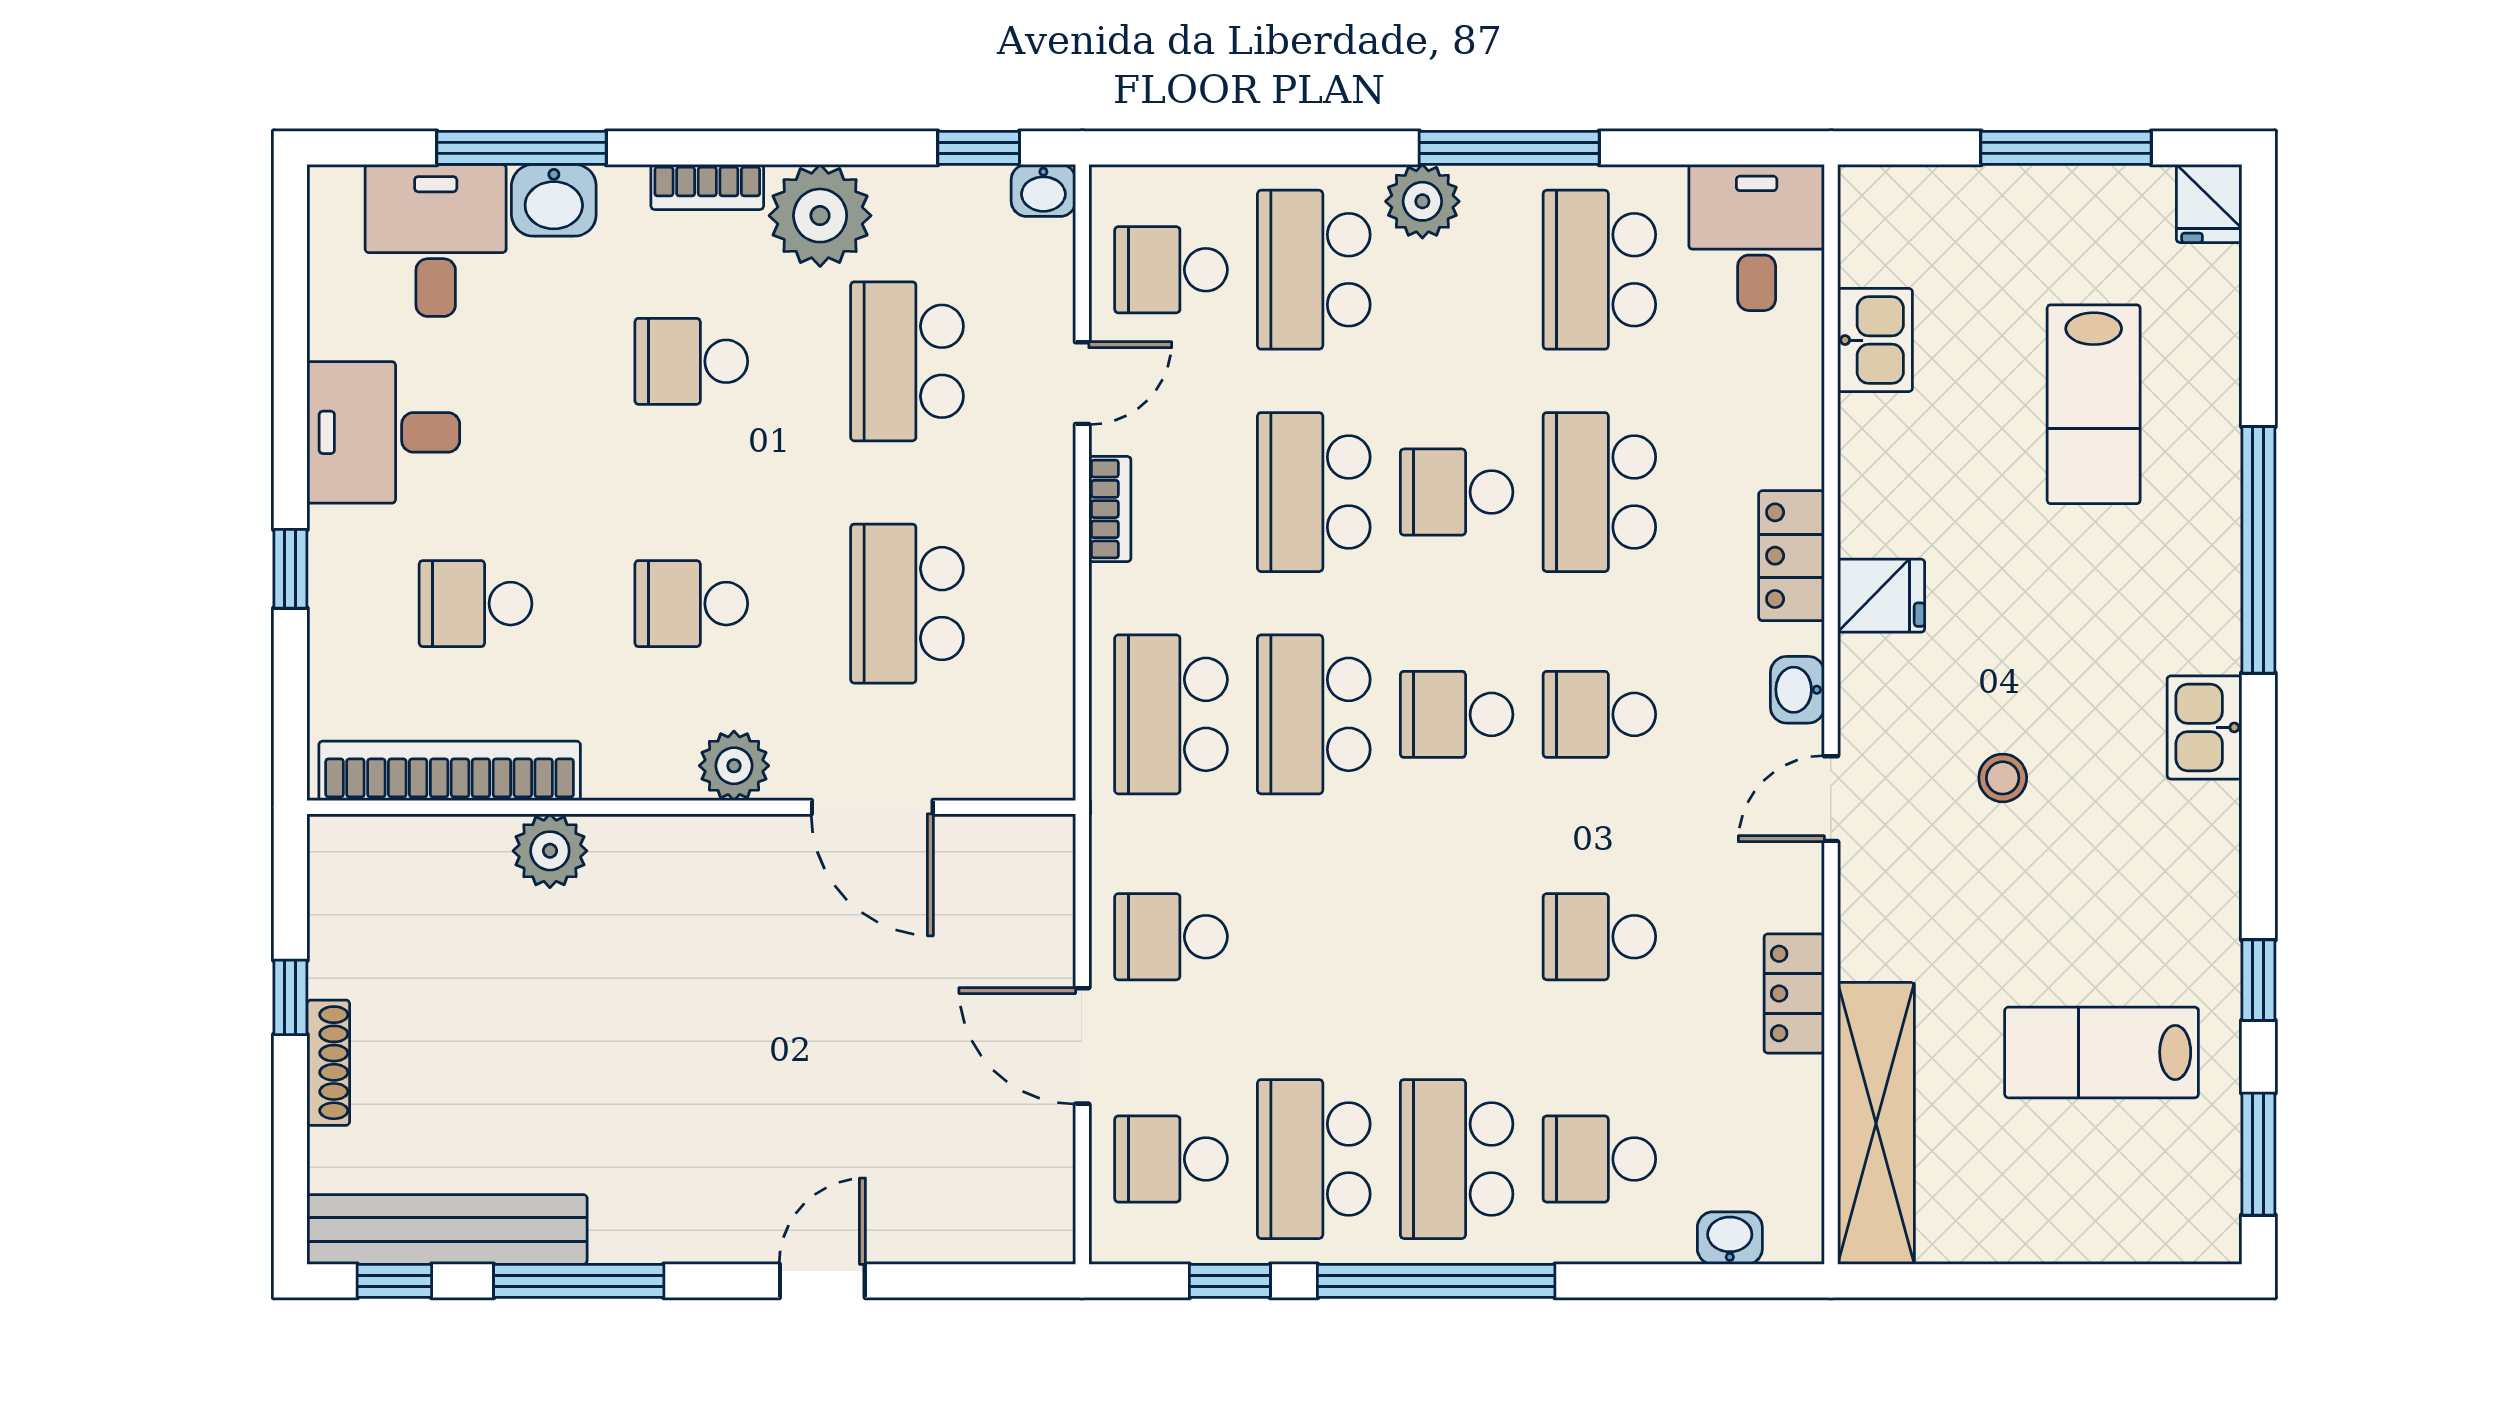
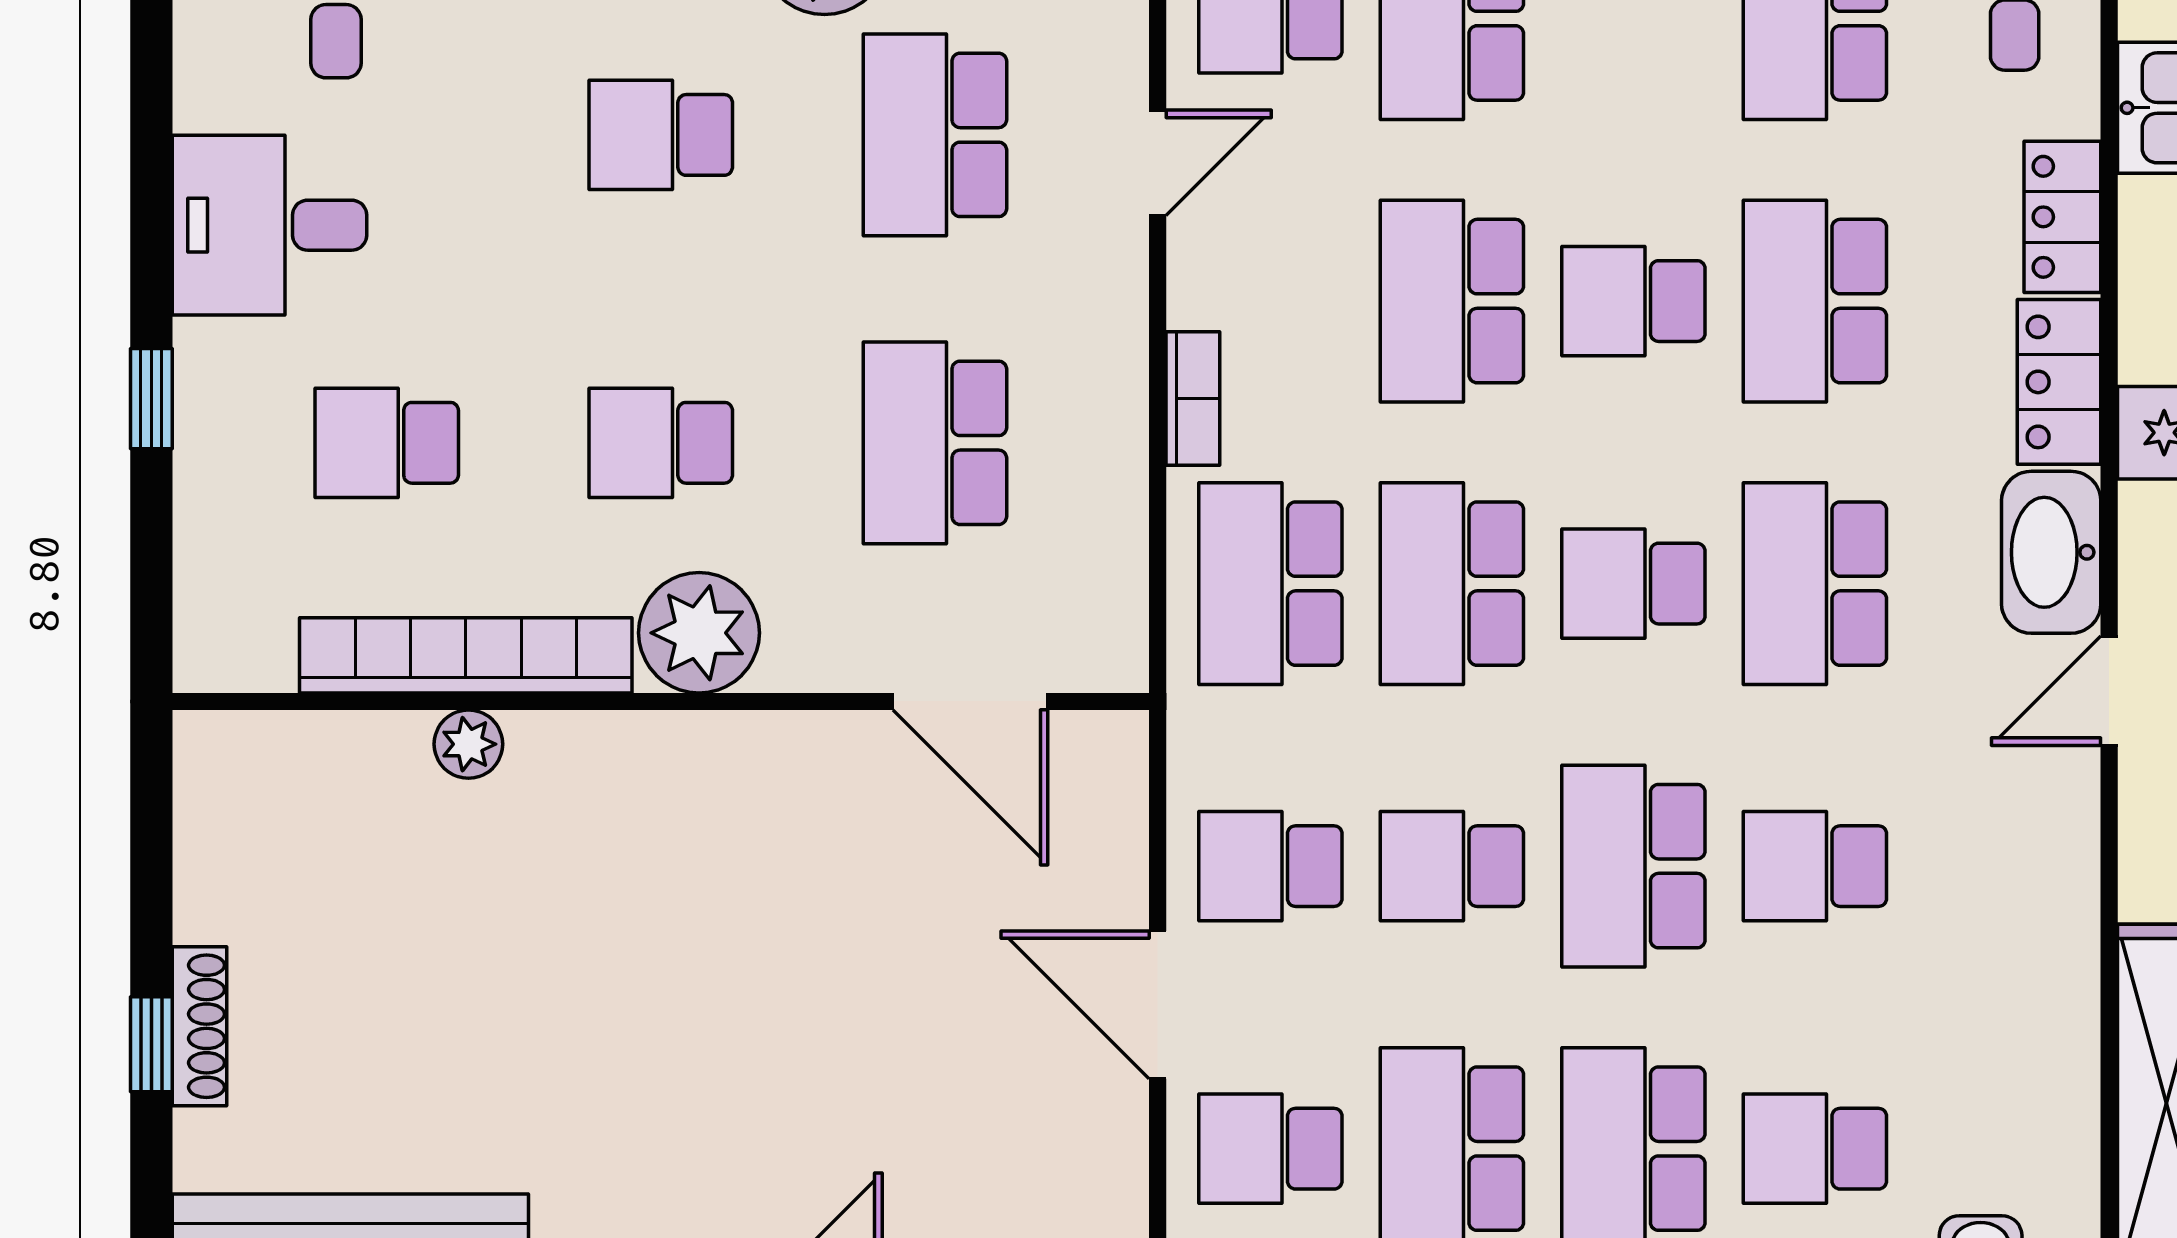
bookcase: (1110, 509) -> (1193, 399), moved
washbasin: (1797, 690) -> (2051, 552), width x1.91, depth x1.45
school desk: (1599, 714) -> (1815, 584), width x1.85
plant: (734, 766) -> (699, 633), width x1.36, depth x1.36
bookcase: (450, 771) -> (466, 655), moved
door: (872, 807) -> (970, 701), moved
plant: (550, 851) -> (468, 744), width x0.73, depth x0.73
school desk: (1314, 937) -> (1452, 866), added
school desk: (1457, 937) -> (1633, 866), added
locker: (1794, 994) -> (2062, 217), moved
window: (290, 997) -> (151, 1044), moved

